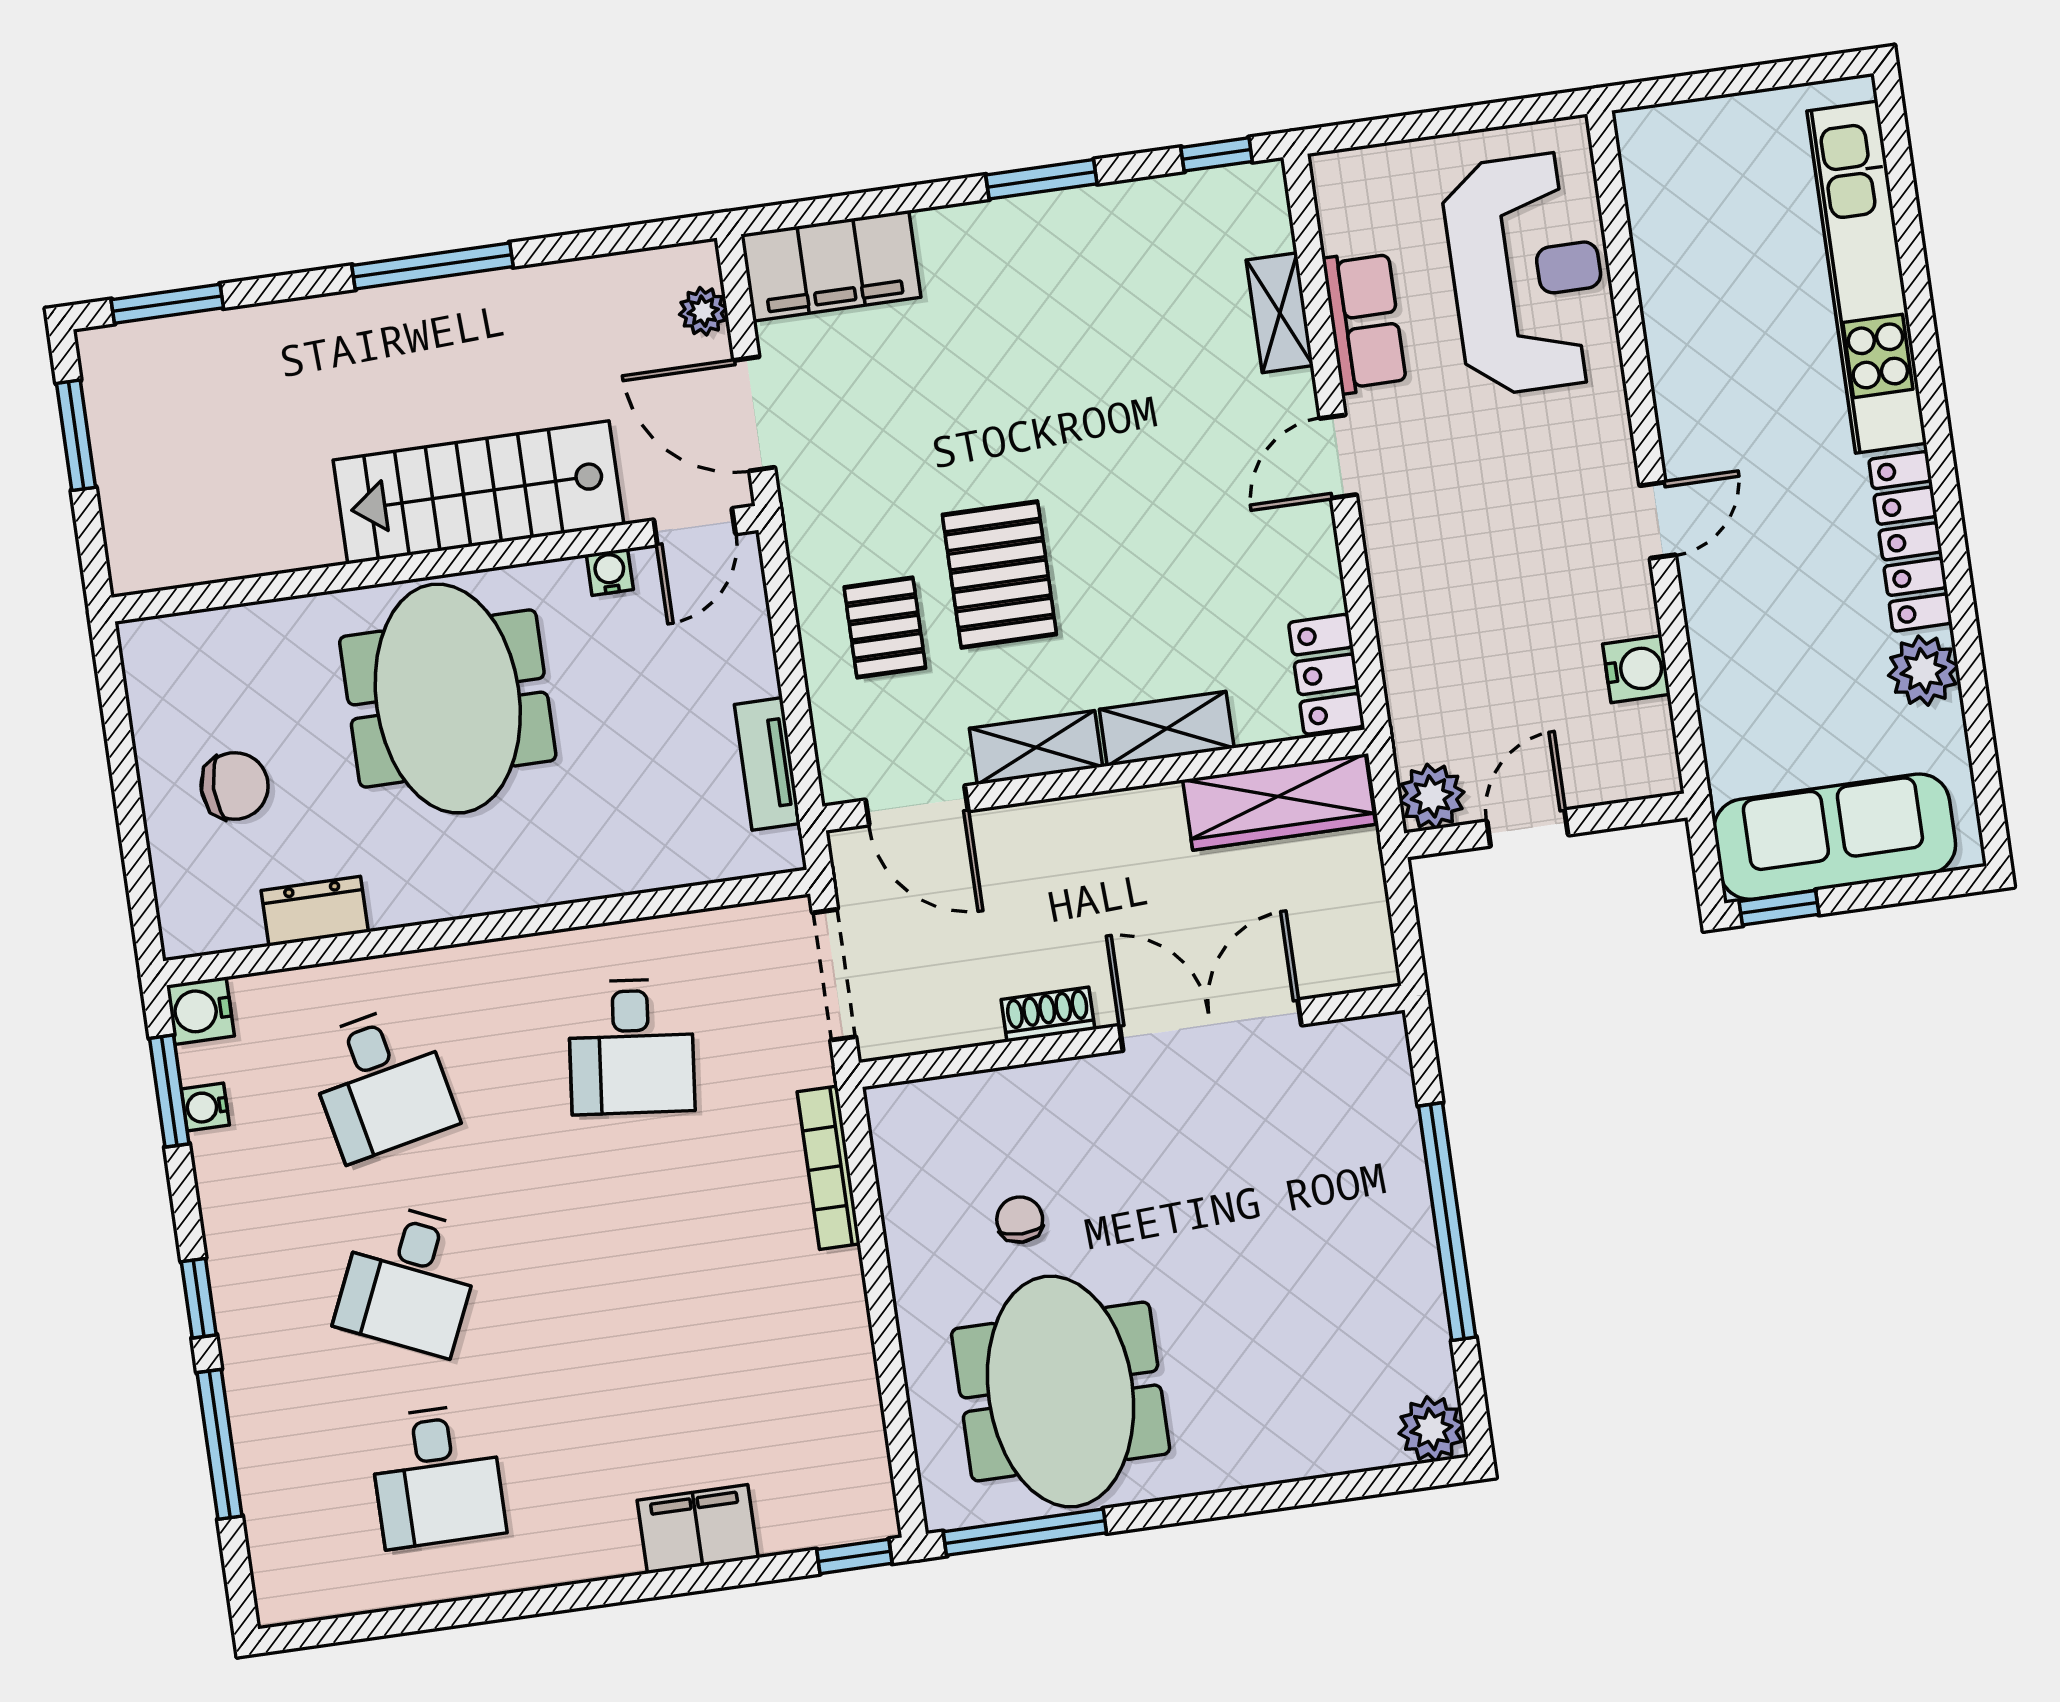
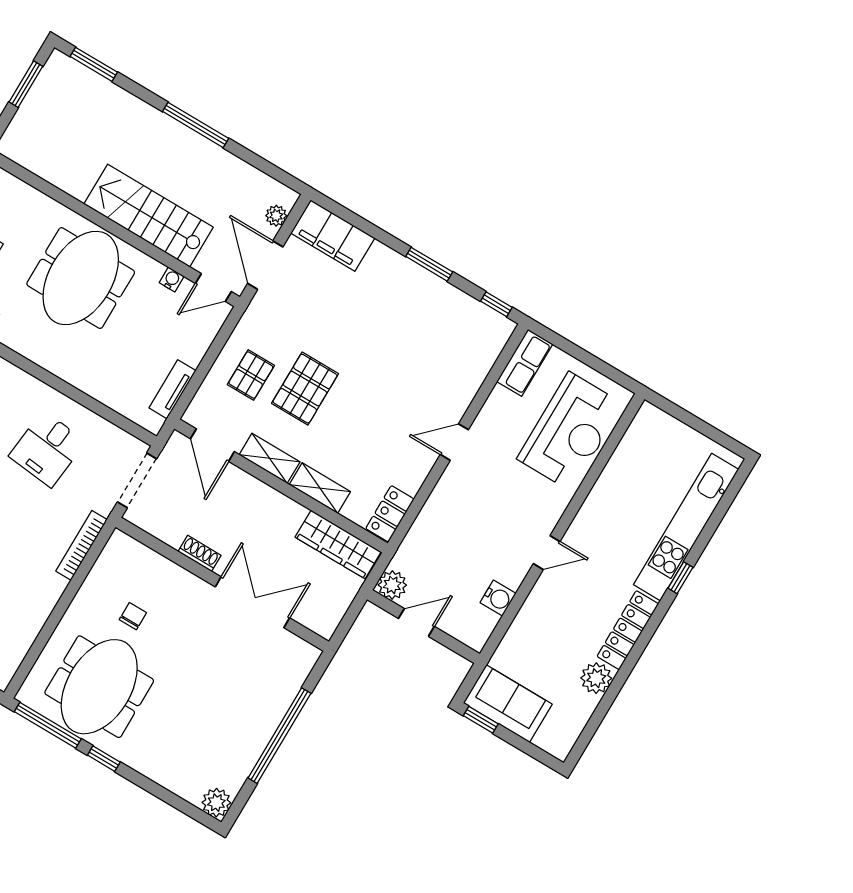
shelving: (1280, 313) -> (474, 376), removed
row of seats: (1365, 322) -> (525, 363), moved
window: (1929, 374) -> (680, 578), added
sofa: (1835, 837) -> (508, 704), width x0.73
window: (1171, 1511) -> (104, 759), added

